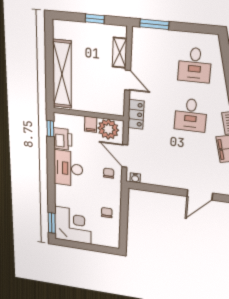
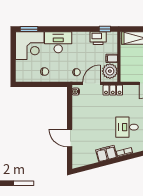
locker: (136, 114) -> (113, 90), moved
desk: (68, 168) -> (58, 42), moved

